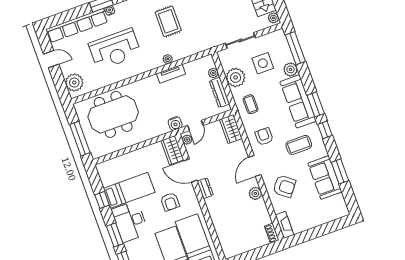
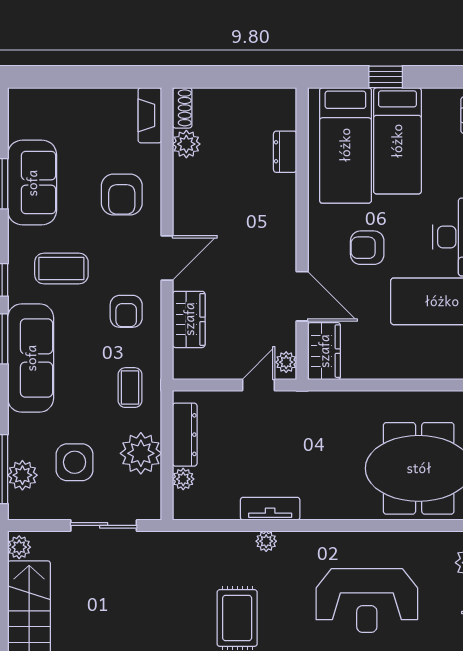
reception desk: (115, 49) -> (367, 601), turned 180
plant: (291, 69) -> (22, 475), moved
water cooler: (175, 124) -> (299, 404), removed
wardrobe: (231, 129) -> (189, 319), moved
armchair: (284, 186) -> (122, 194), turned -128
dresser: (205, 188) -> (285, 152), moved
plant: (255, 193) -> (186, 144), moved
armchair: (170, 202) -> (367, 248), turned -90

